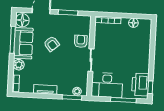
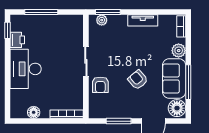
desk: (107, 85) -> (26, 69), moved, turned -90
printer: (140, 85) -> (17, 40), width x0.53, depth x0.68

